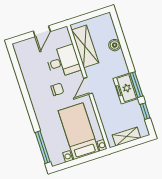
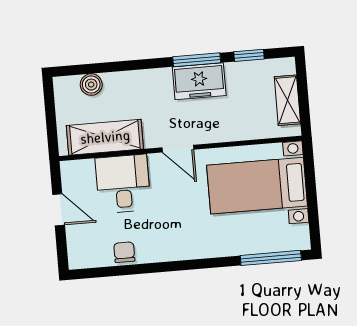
boiler: (115, 45) -> (91, 85), moved
chair: (57, 89) -> (124, 252), moved

